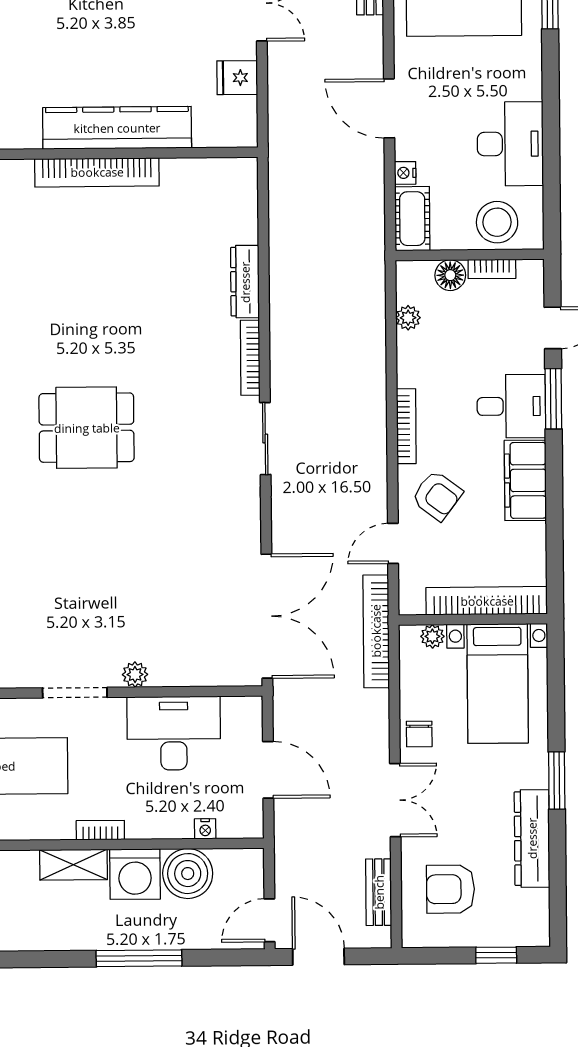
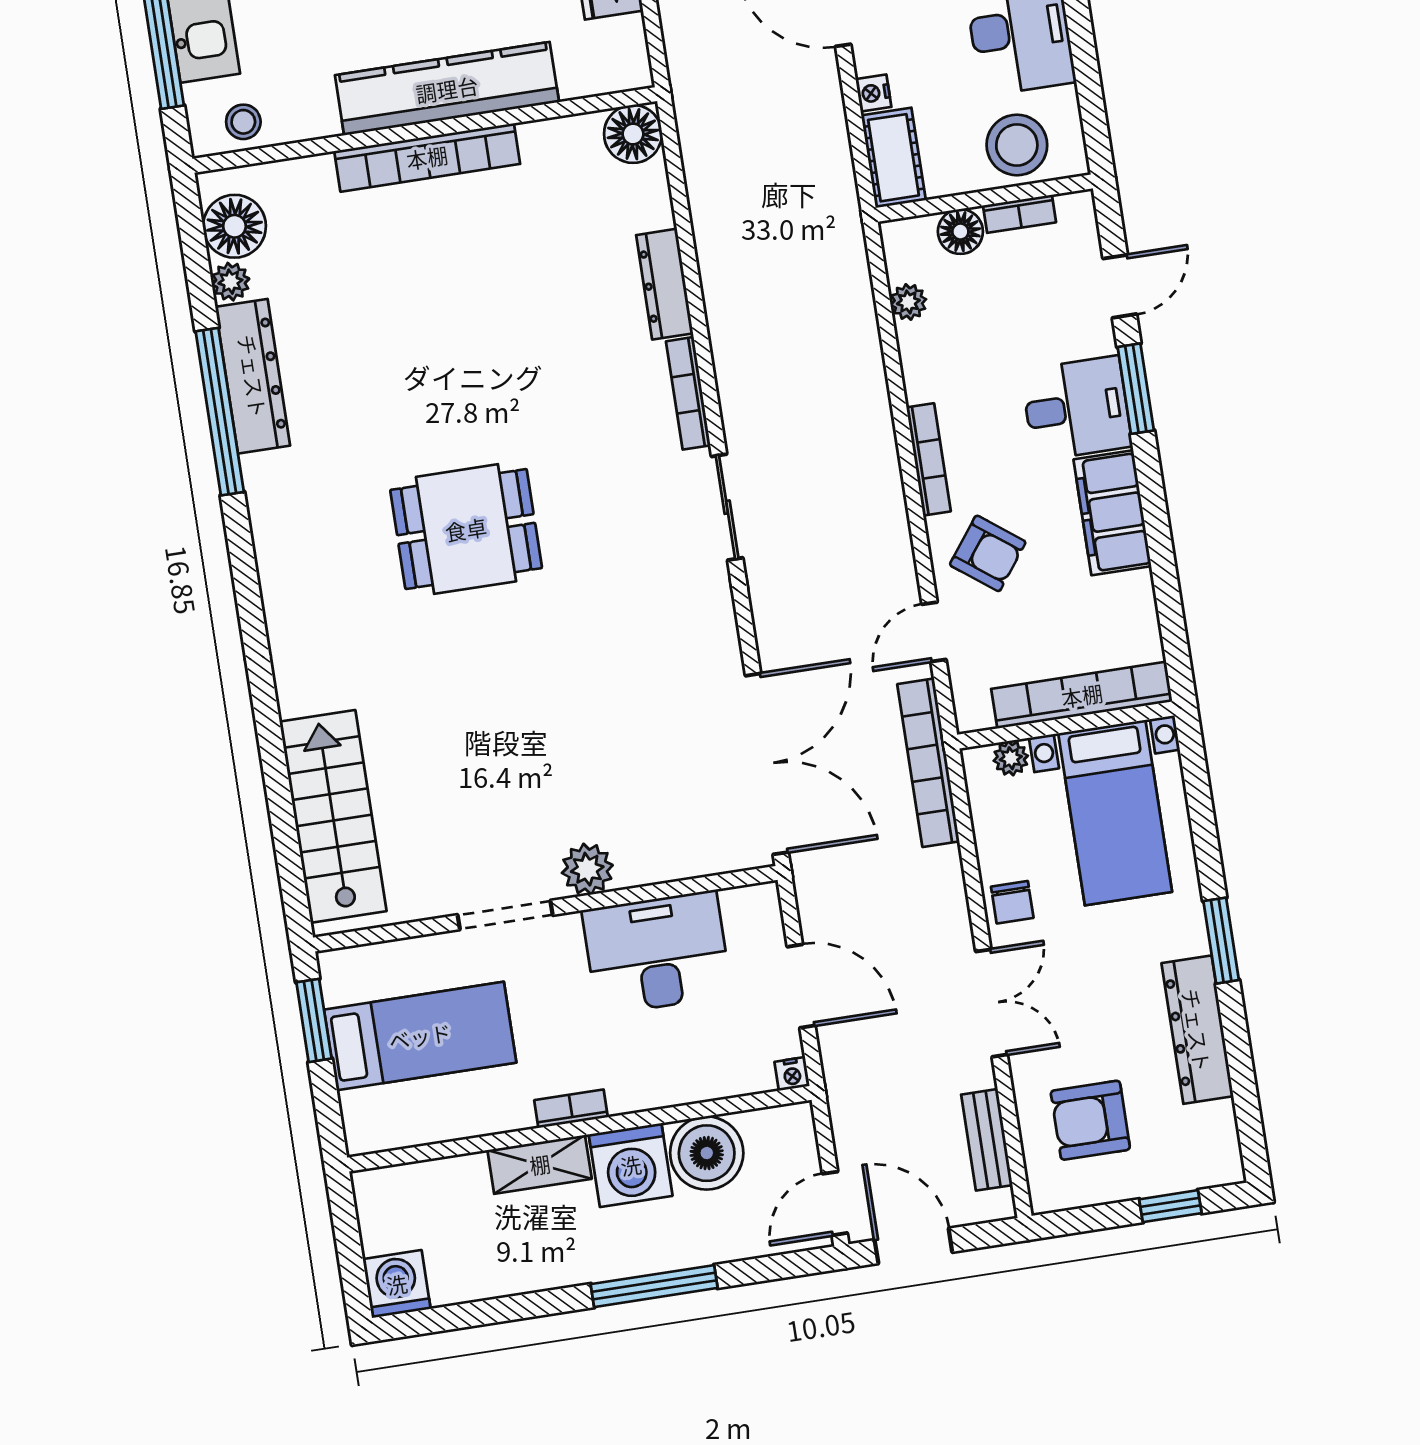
floor lamp: (238, 177) -> (633, 134), added
plant: (135, 674) -> (587, 869), width x1.38, depth x1.38
nightstand: (205, 829) -> (792, 1074), moved

